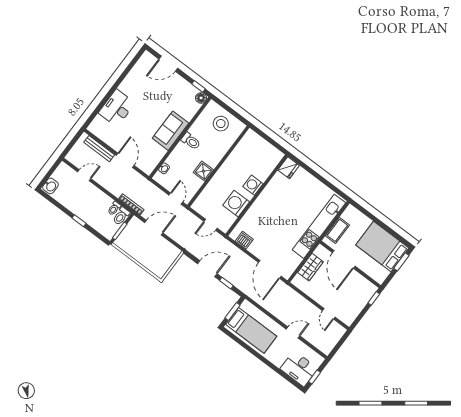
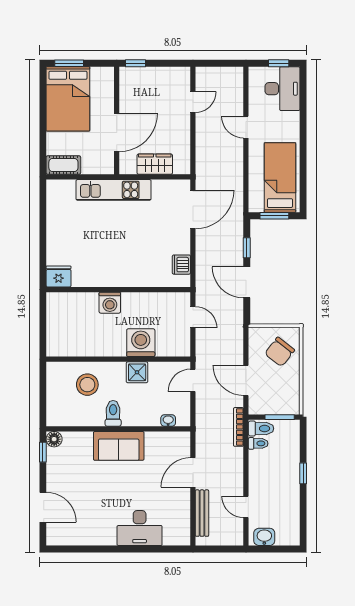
stool: (221, 124) -> (87, 385), moved
washbasin: (50, 186) -> (264, 537), moved
washing machine: (236, 204) -> (141, 343), moved, turned 180
kitchen unit: (319, 226) -> (114, 190), width x0.73
cot: (337, 230) -> (63, 165), moved
chair: (156, 258) -> (280, 352), added

